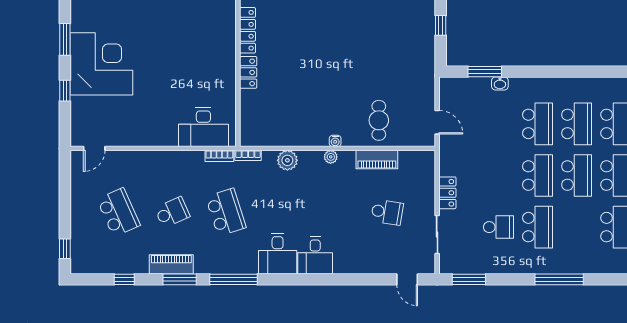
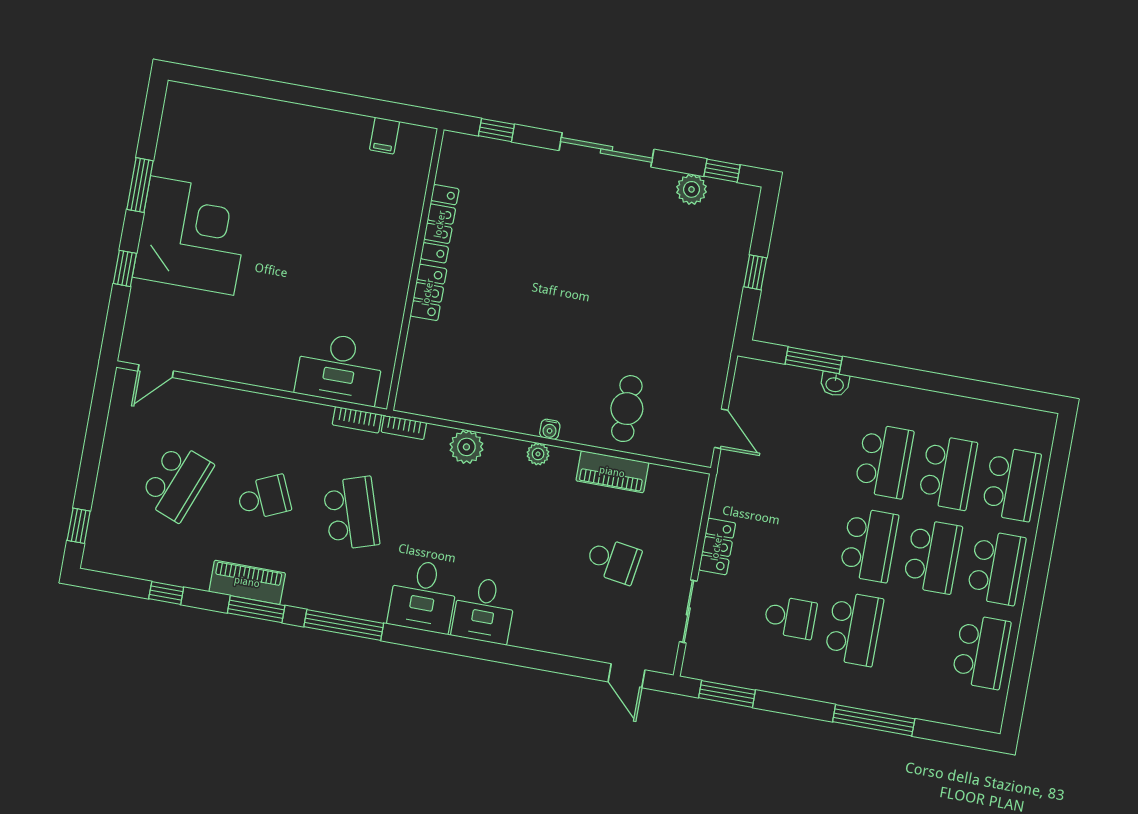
school desk: (118, 212) -> (176, 482), turned 45

